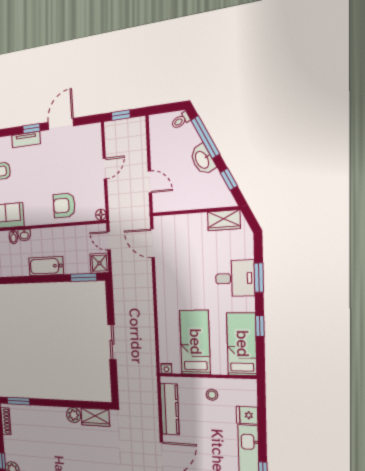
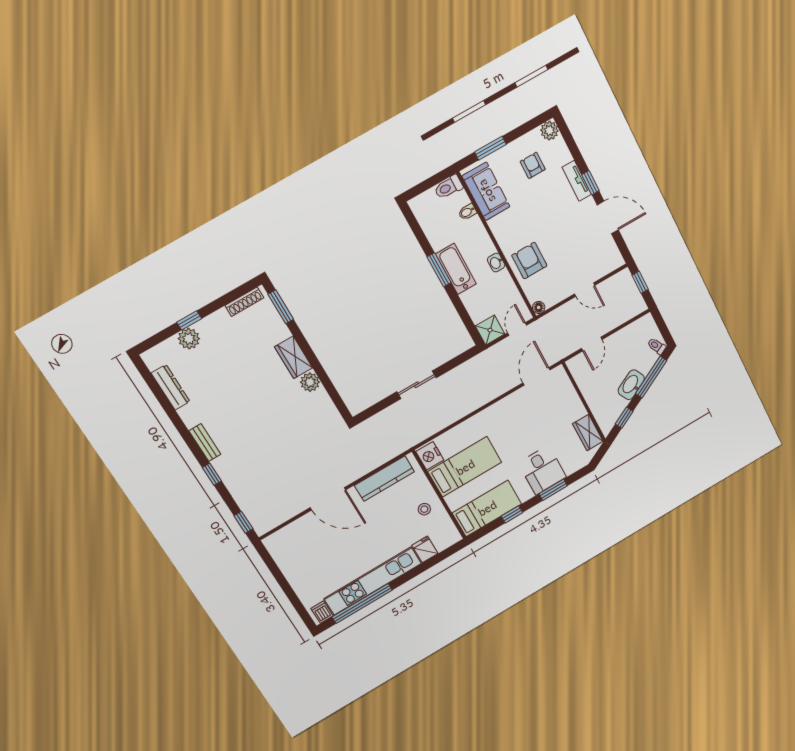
washbasin: (24, 235) -> (496, 263), moved
window: (84, 277) -> (439, 270), moved
nightstand: (166, 368) -> (430, 456), width x1.89, depth x1.79
wardrobe: (95, 417) -> (294, 357), moved

